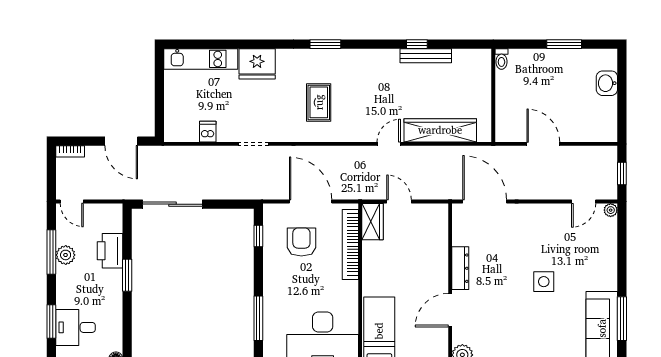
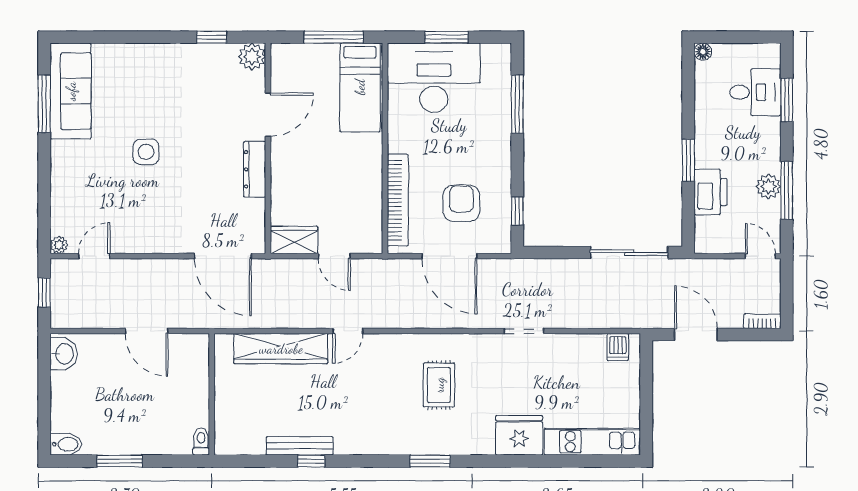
bidet: (605, 57) -> (66, 444), added
washbasin: (607, 83) -> (64, 354), moved
dishwasher: (208, 132) -> (618, 347), moved
wardrobe: (372, 222) -> (294, 240), moved, turned 90
armchair: (301, 242) -> (461, 203), turned 180

